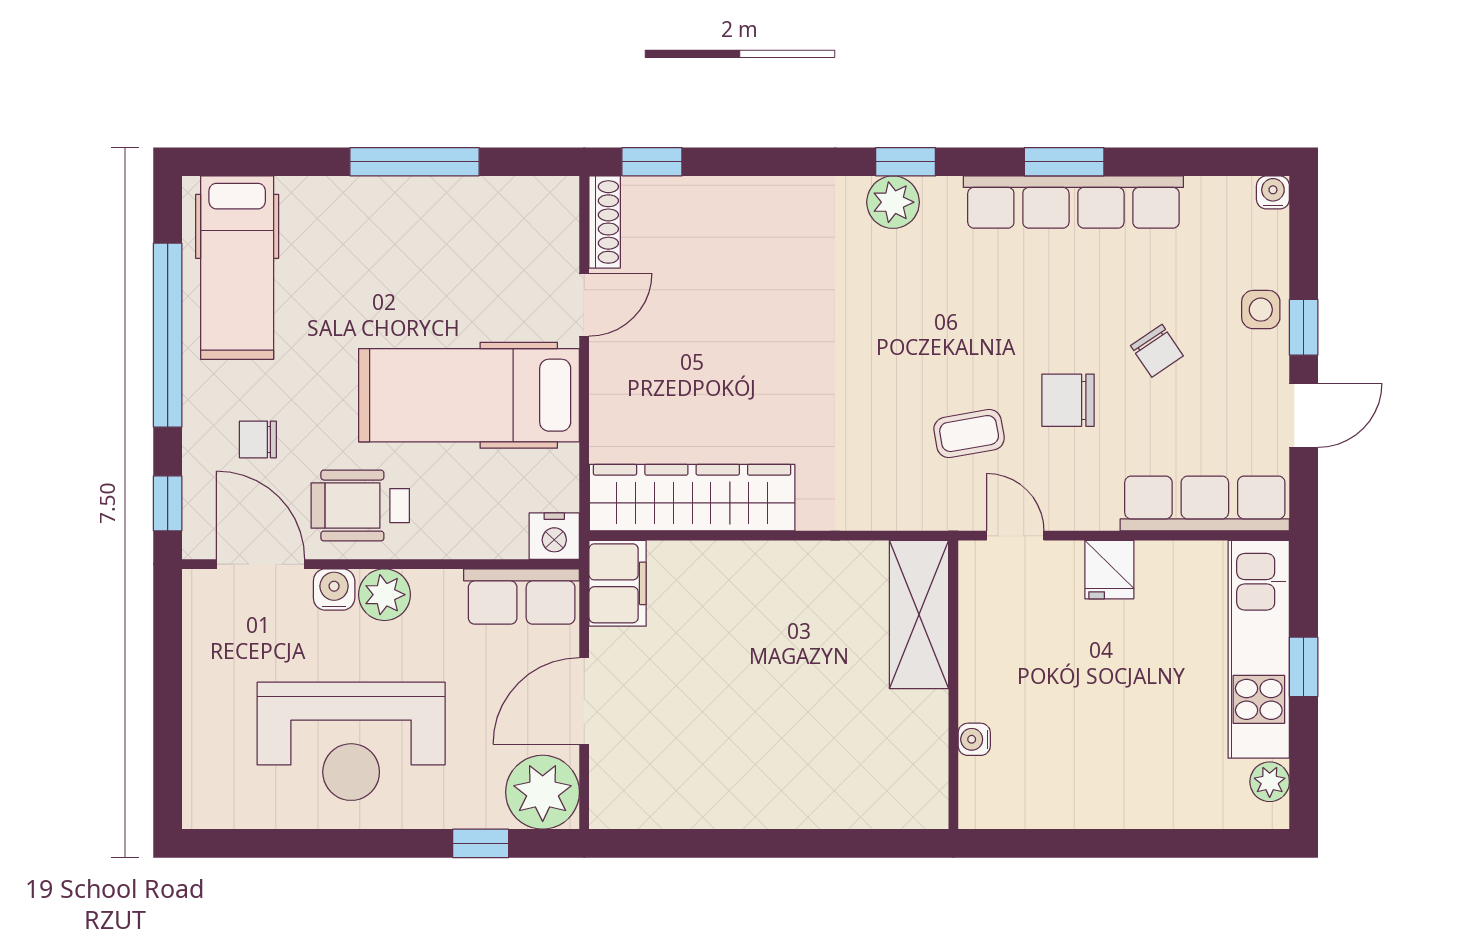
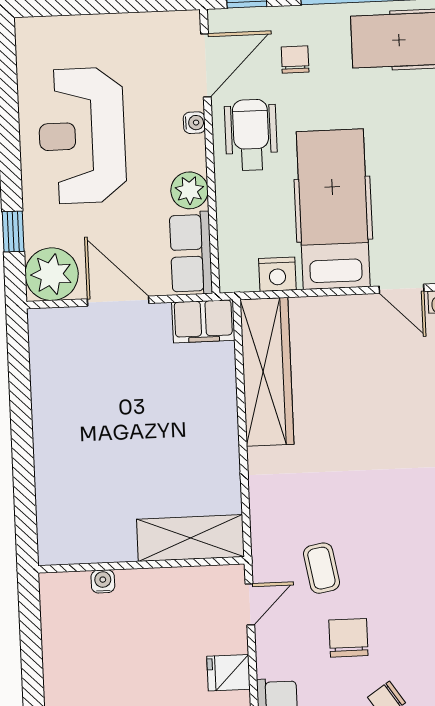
nightstand: (554, 536) -> (277, 274), moved, turned -90
water cooler: (334, 589) -> (194, 123), width x0.72, depth x0.72
plant: (384, 595) -> (189, 190), moved

